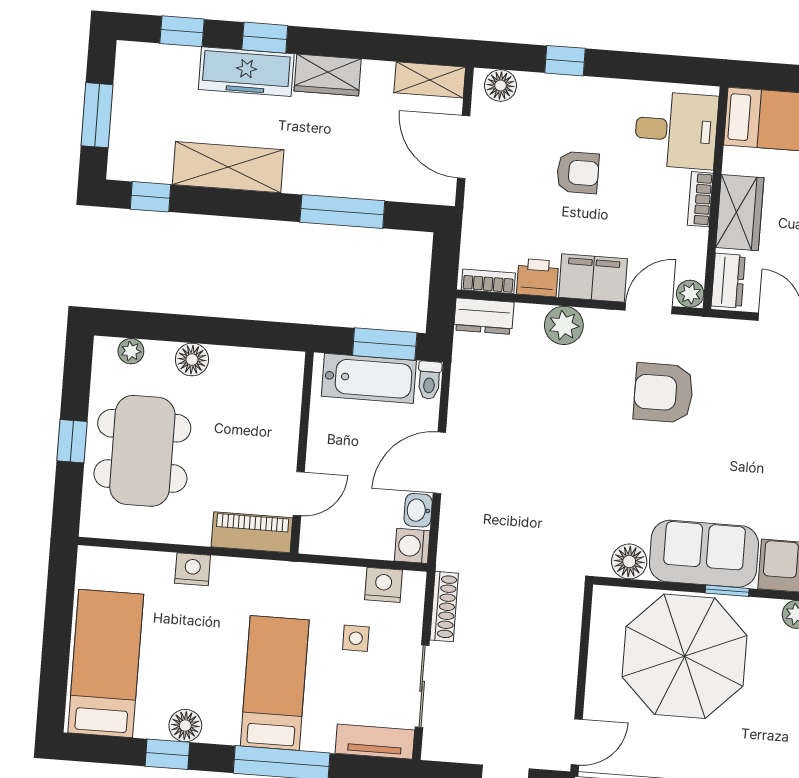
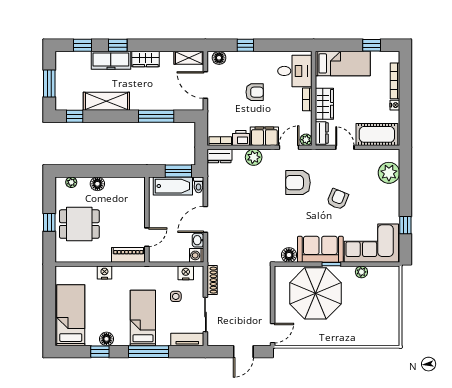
armchair: (753, 439) -> (338, 199), added
dining table: (142, 451) -> (79, 224), width x0.73

